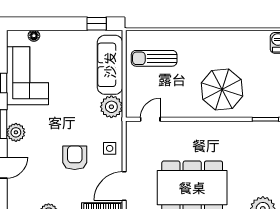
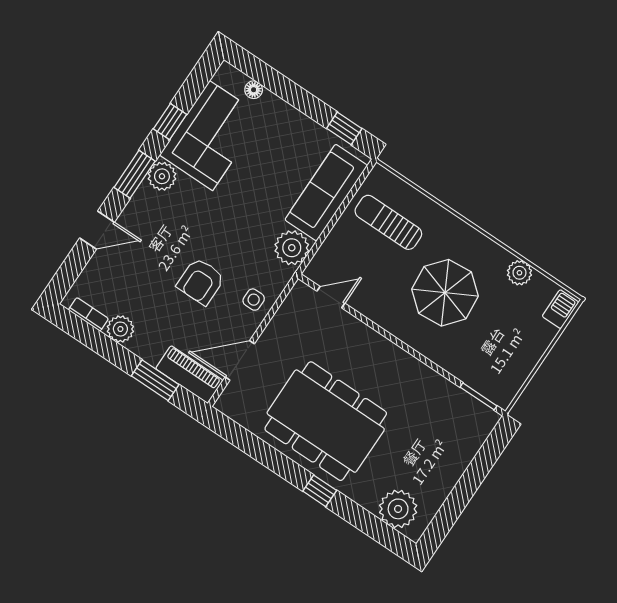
plant: (243, 38) -> (519, 273), added
parasol: (222, 90) -> (445, 293), moved
plant: (16, 132) -> (162, 176), moved
armchair: (75, 158) -> (201, 281), turned 180

